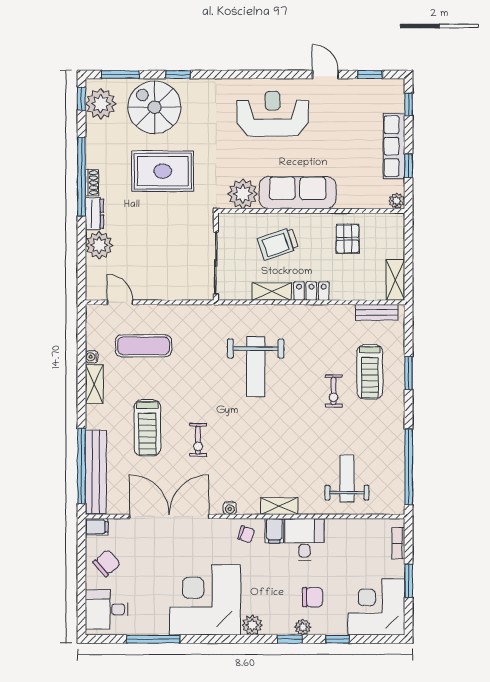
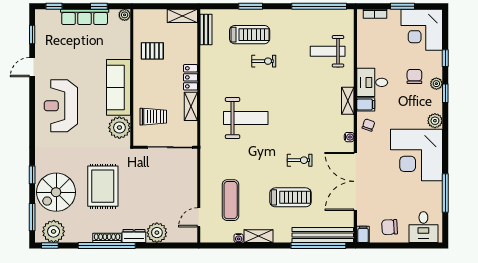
shoe rack: (92, 183) -> (107, 238), width x1.43
trolley: (278, 244) -> (153, 117), moved, turned -71
chair: (107, 563) -> (390, 227), turned -52

